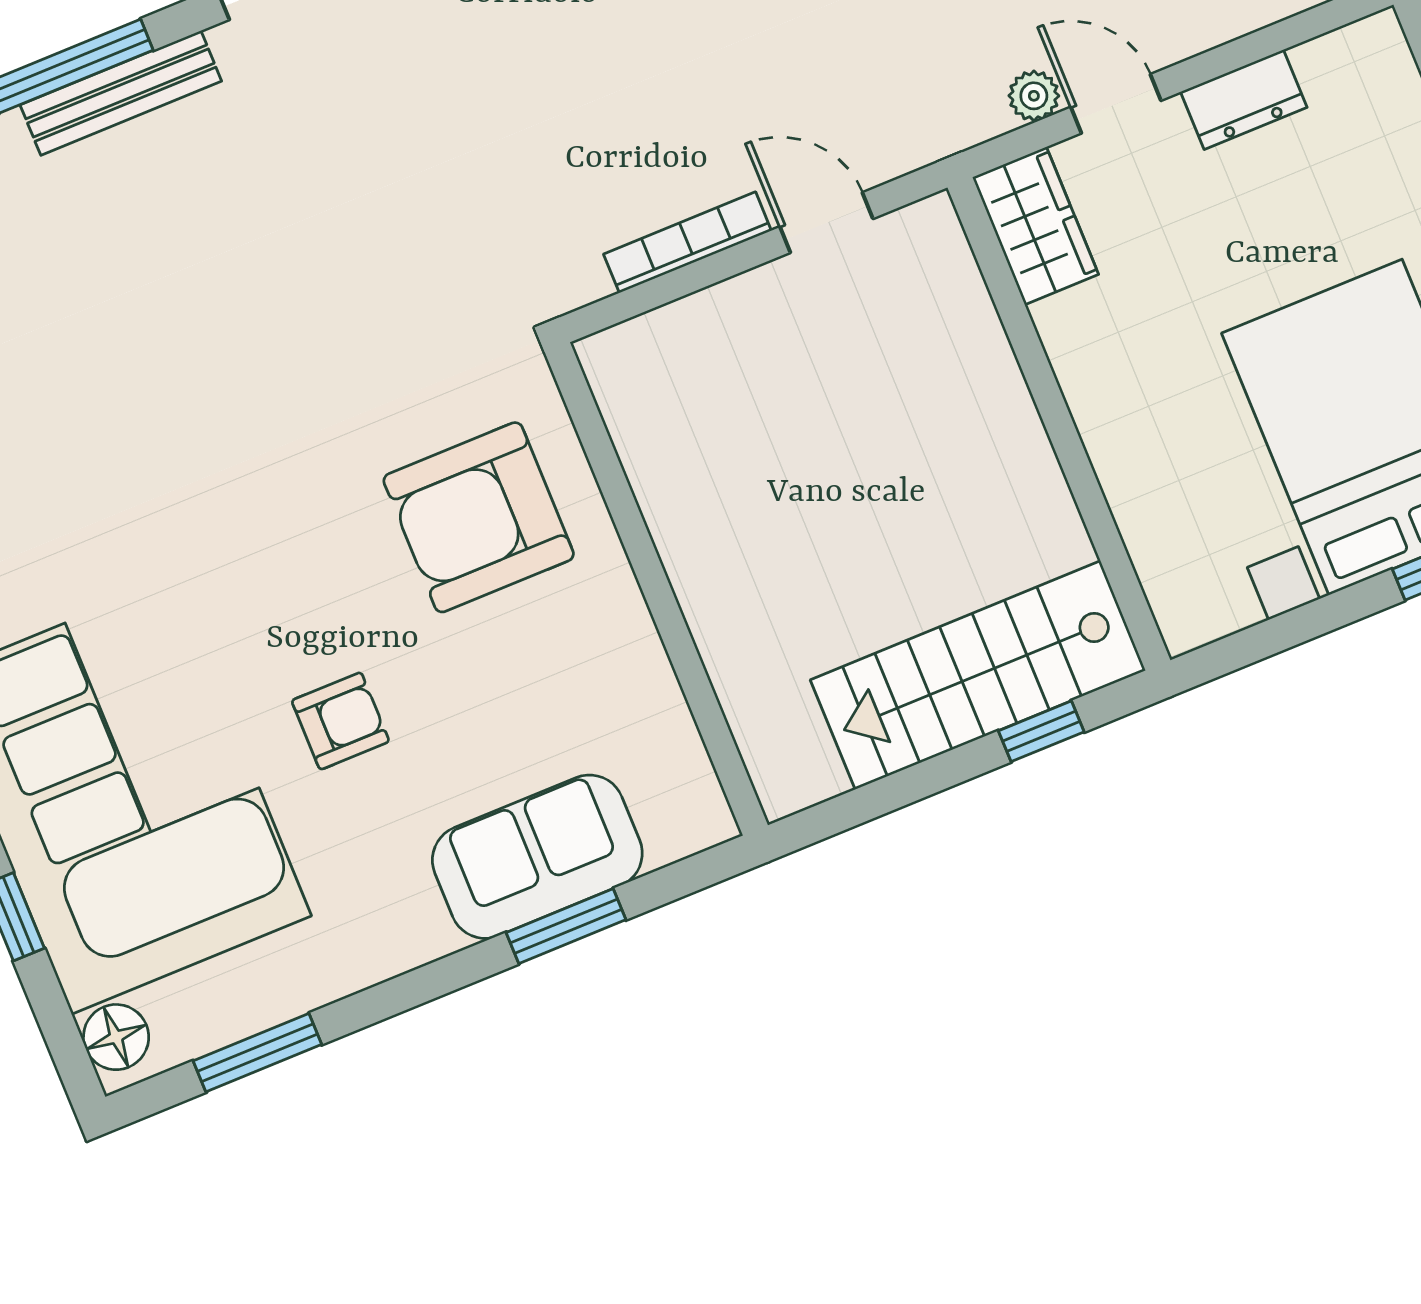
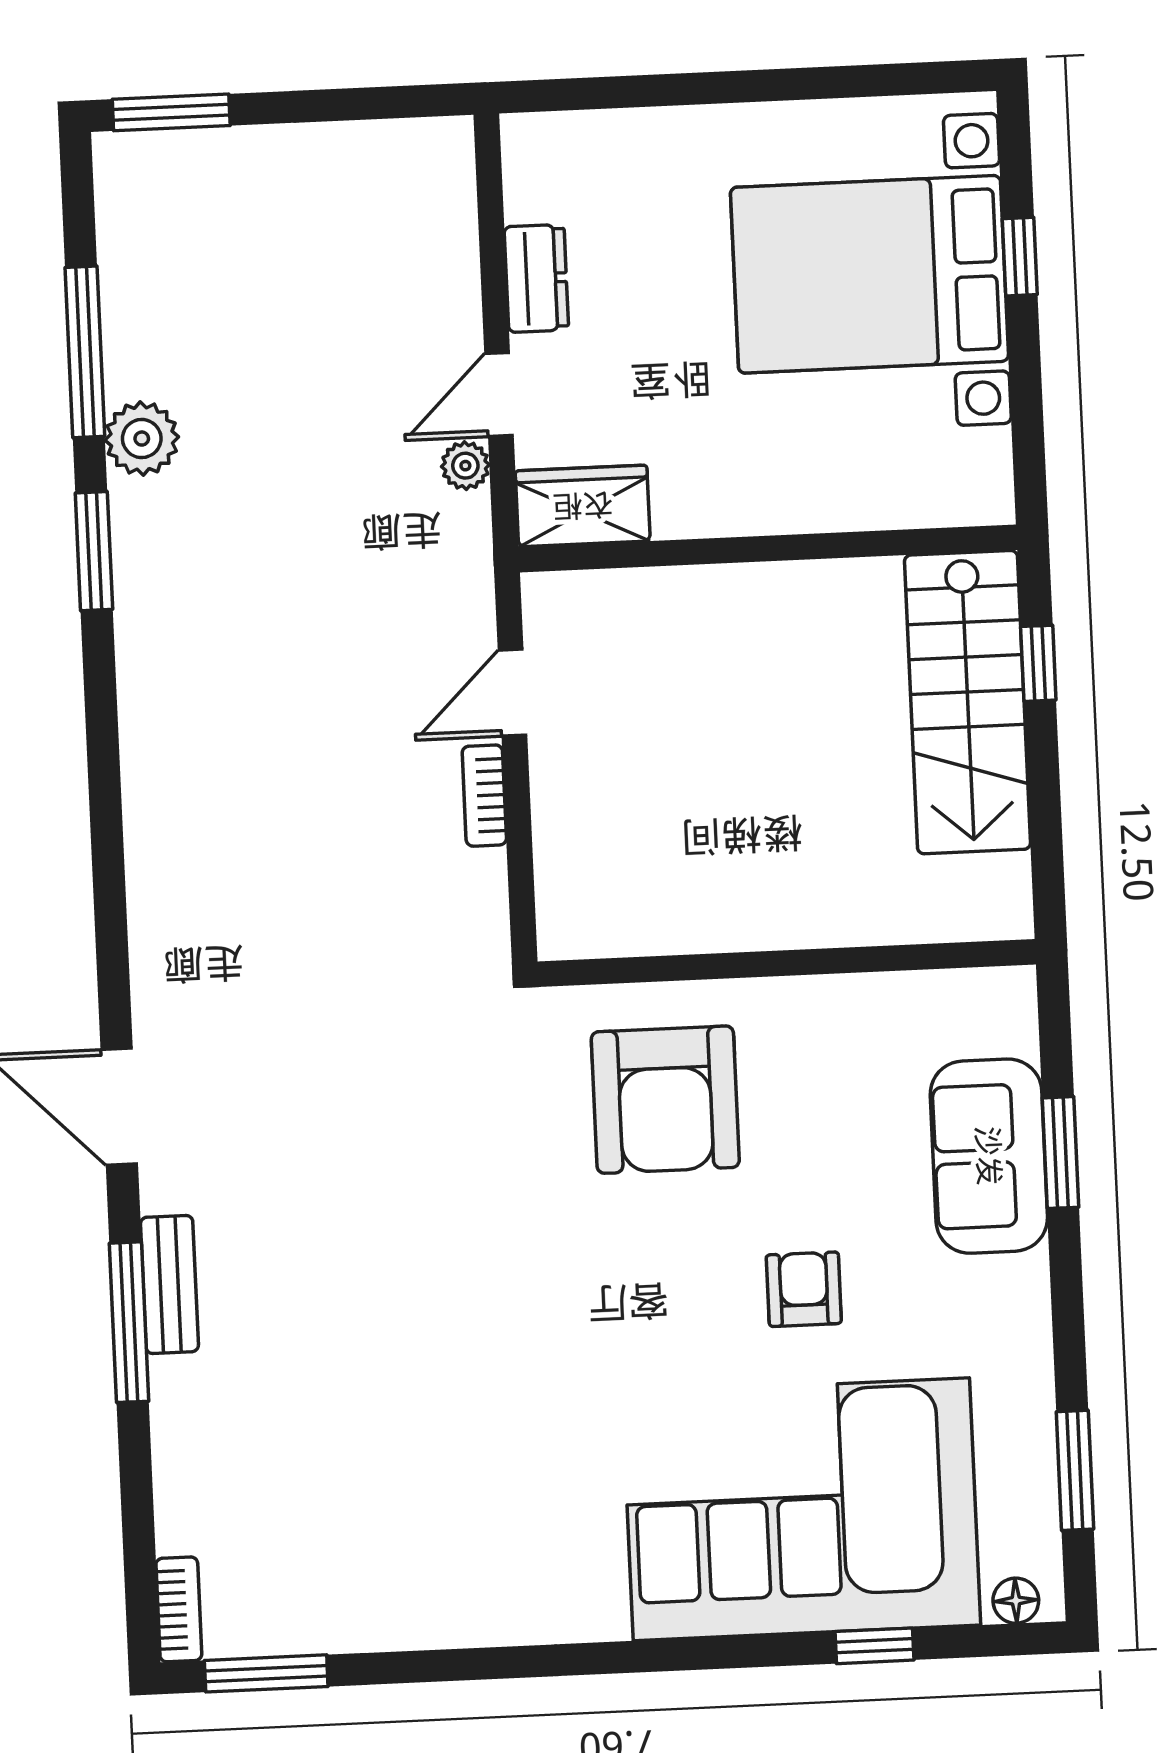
bench: (121, 93) -> (169, 1284), width x0.73
bookcase: (687, 242) -> (484, 796), width x0.64
floor lamp: (116, 1037) -> (1016, 1601), width x0.73, depth x0.73

